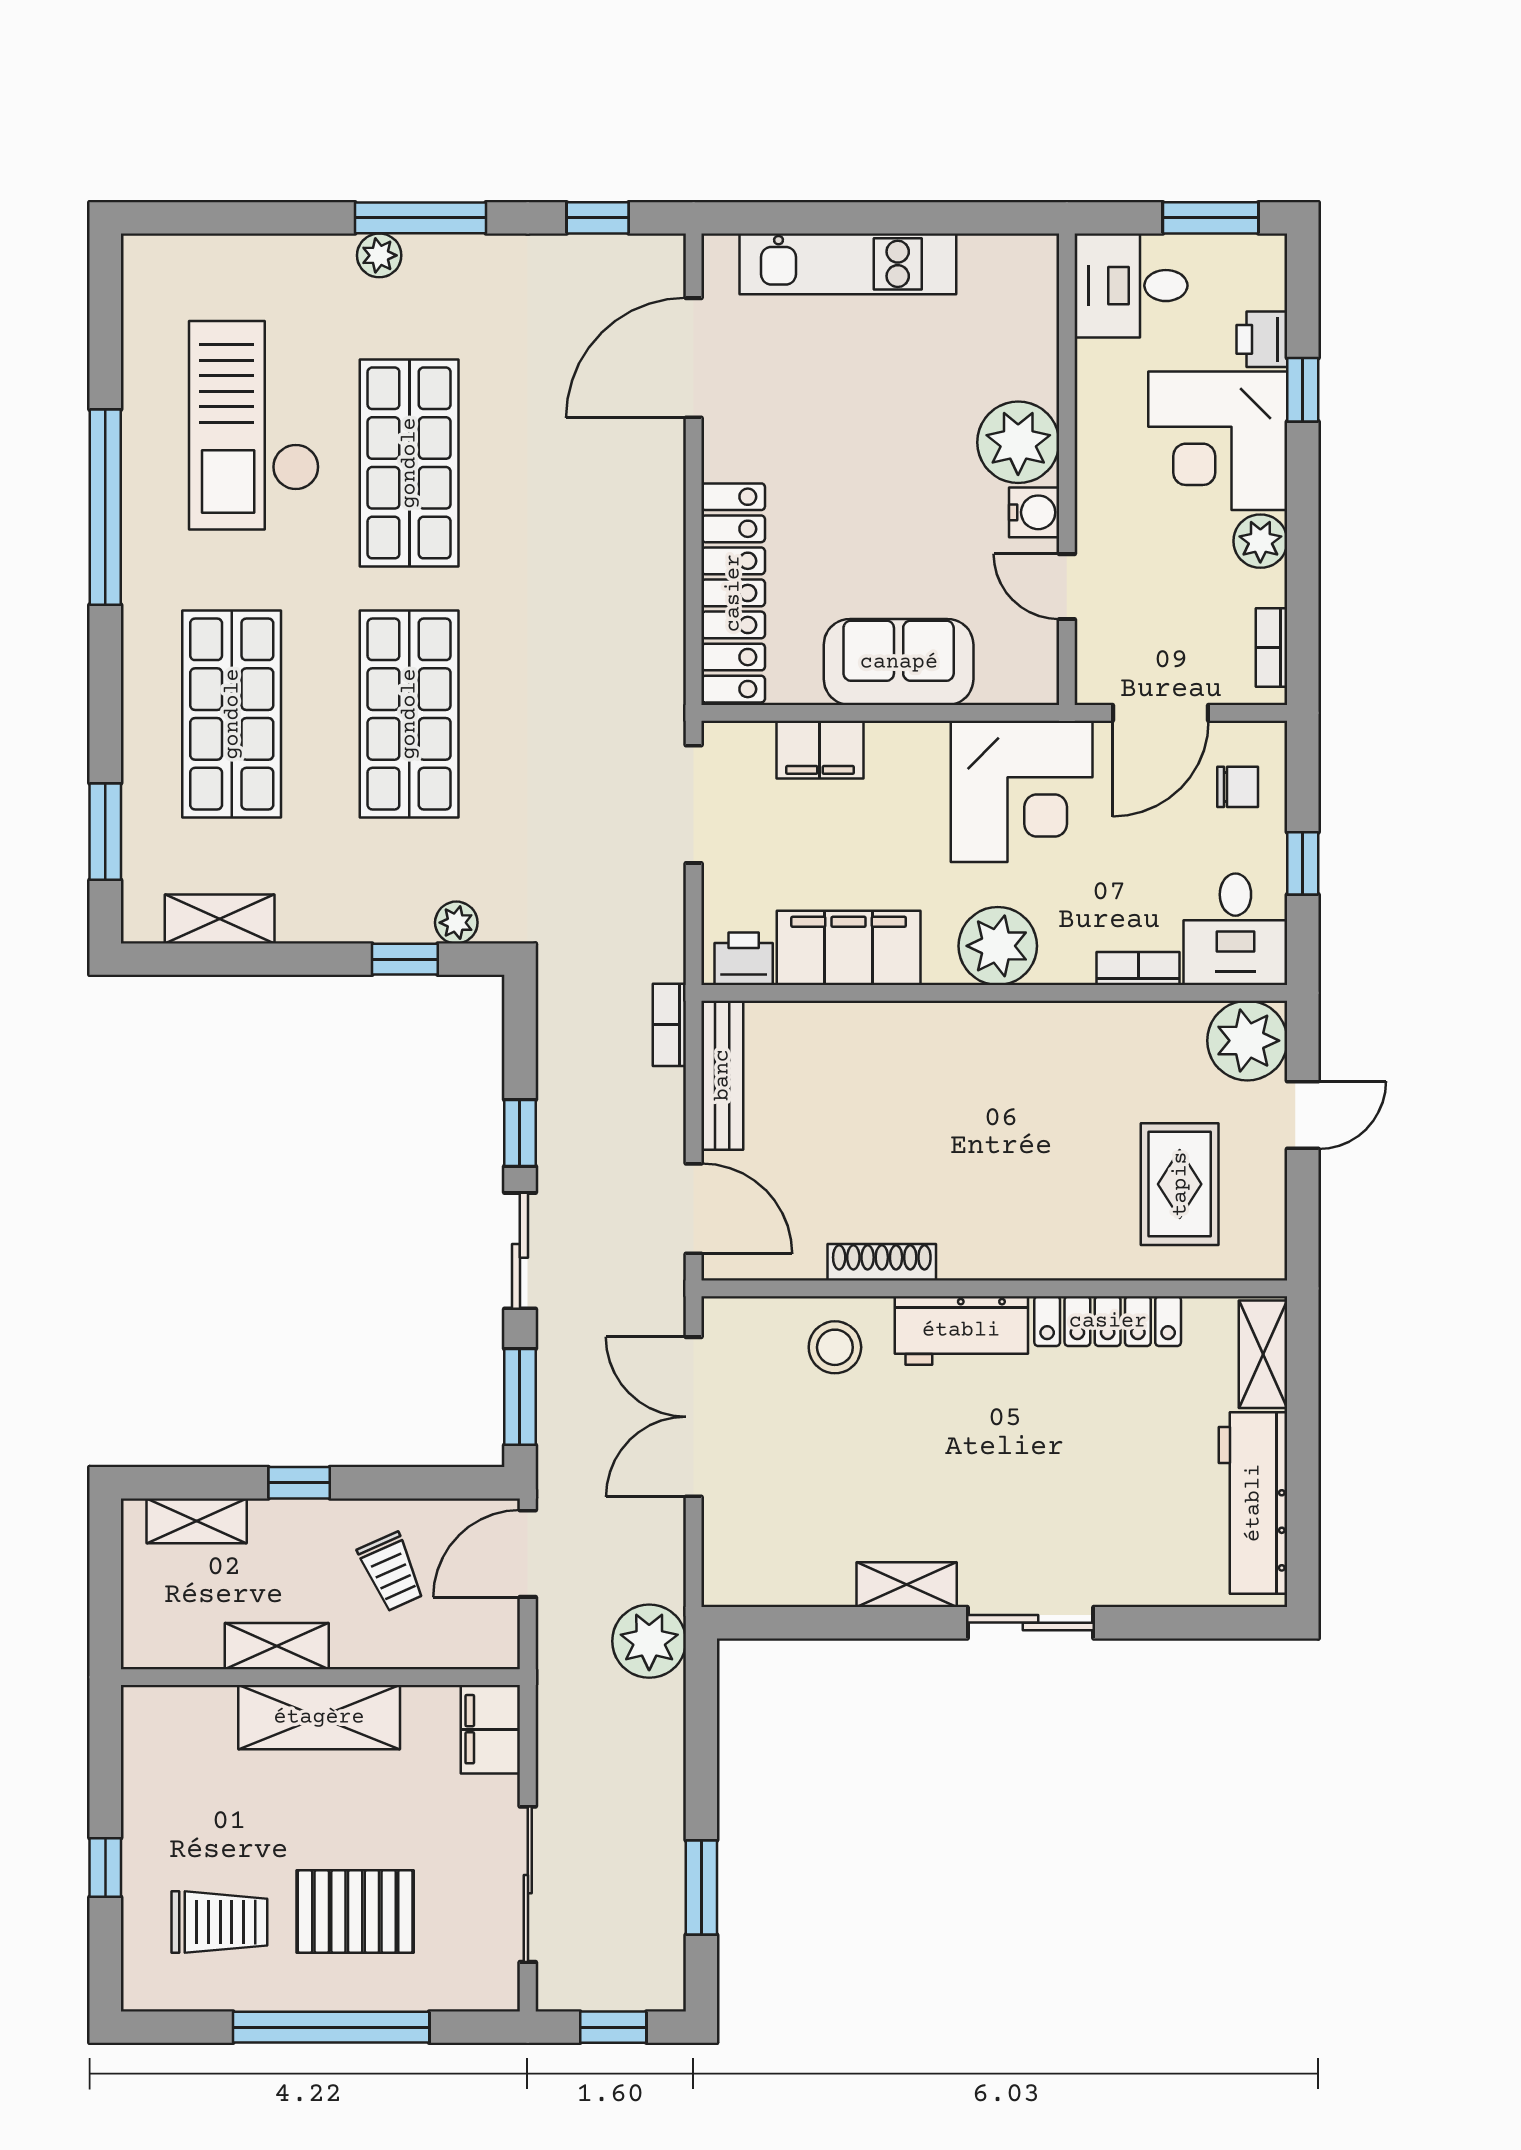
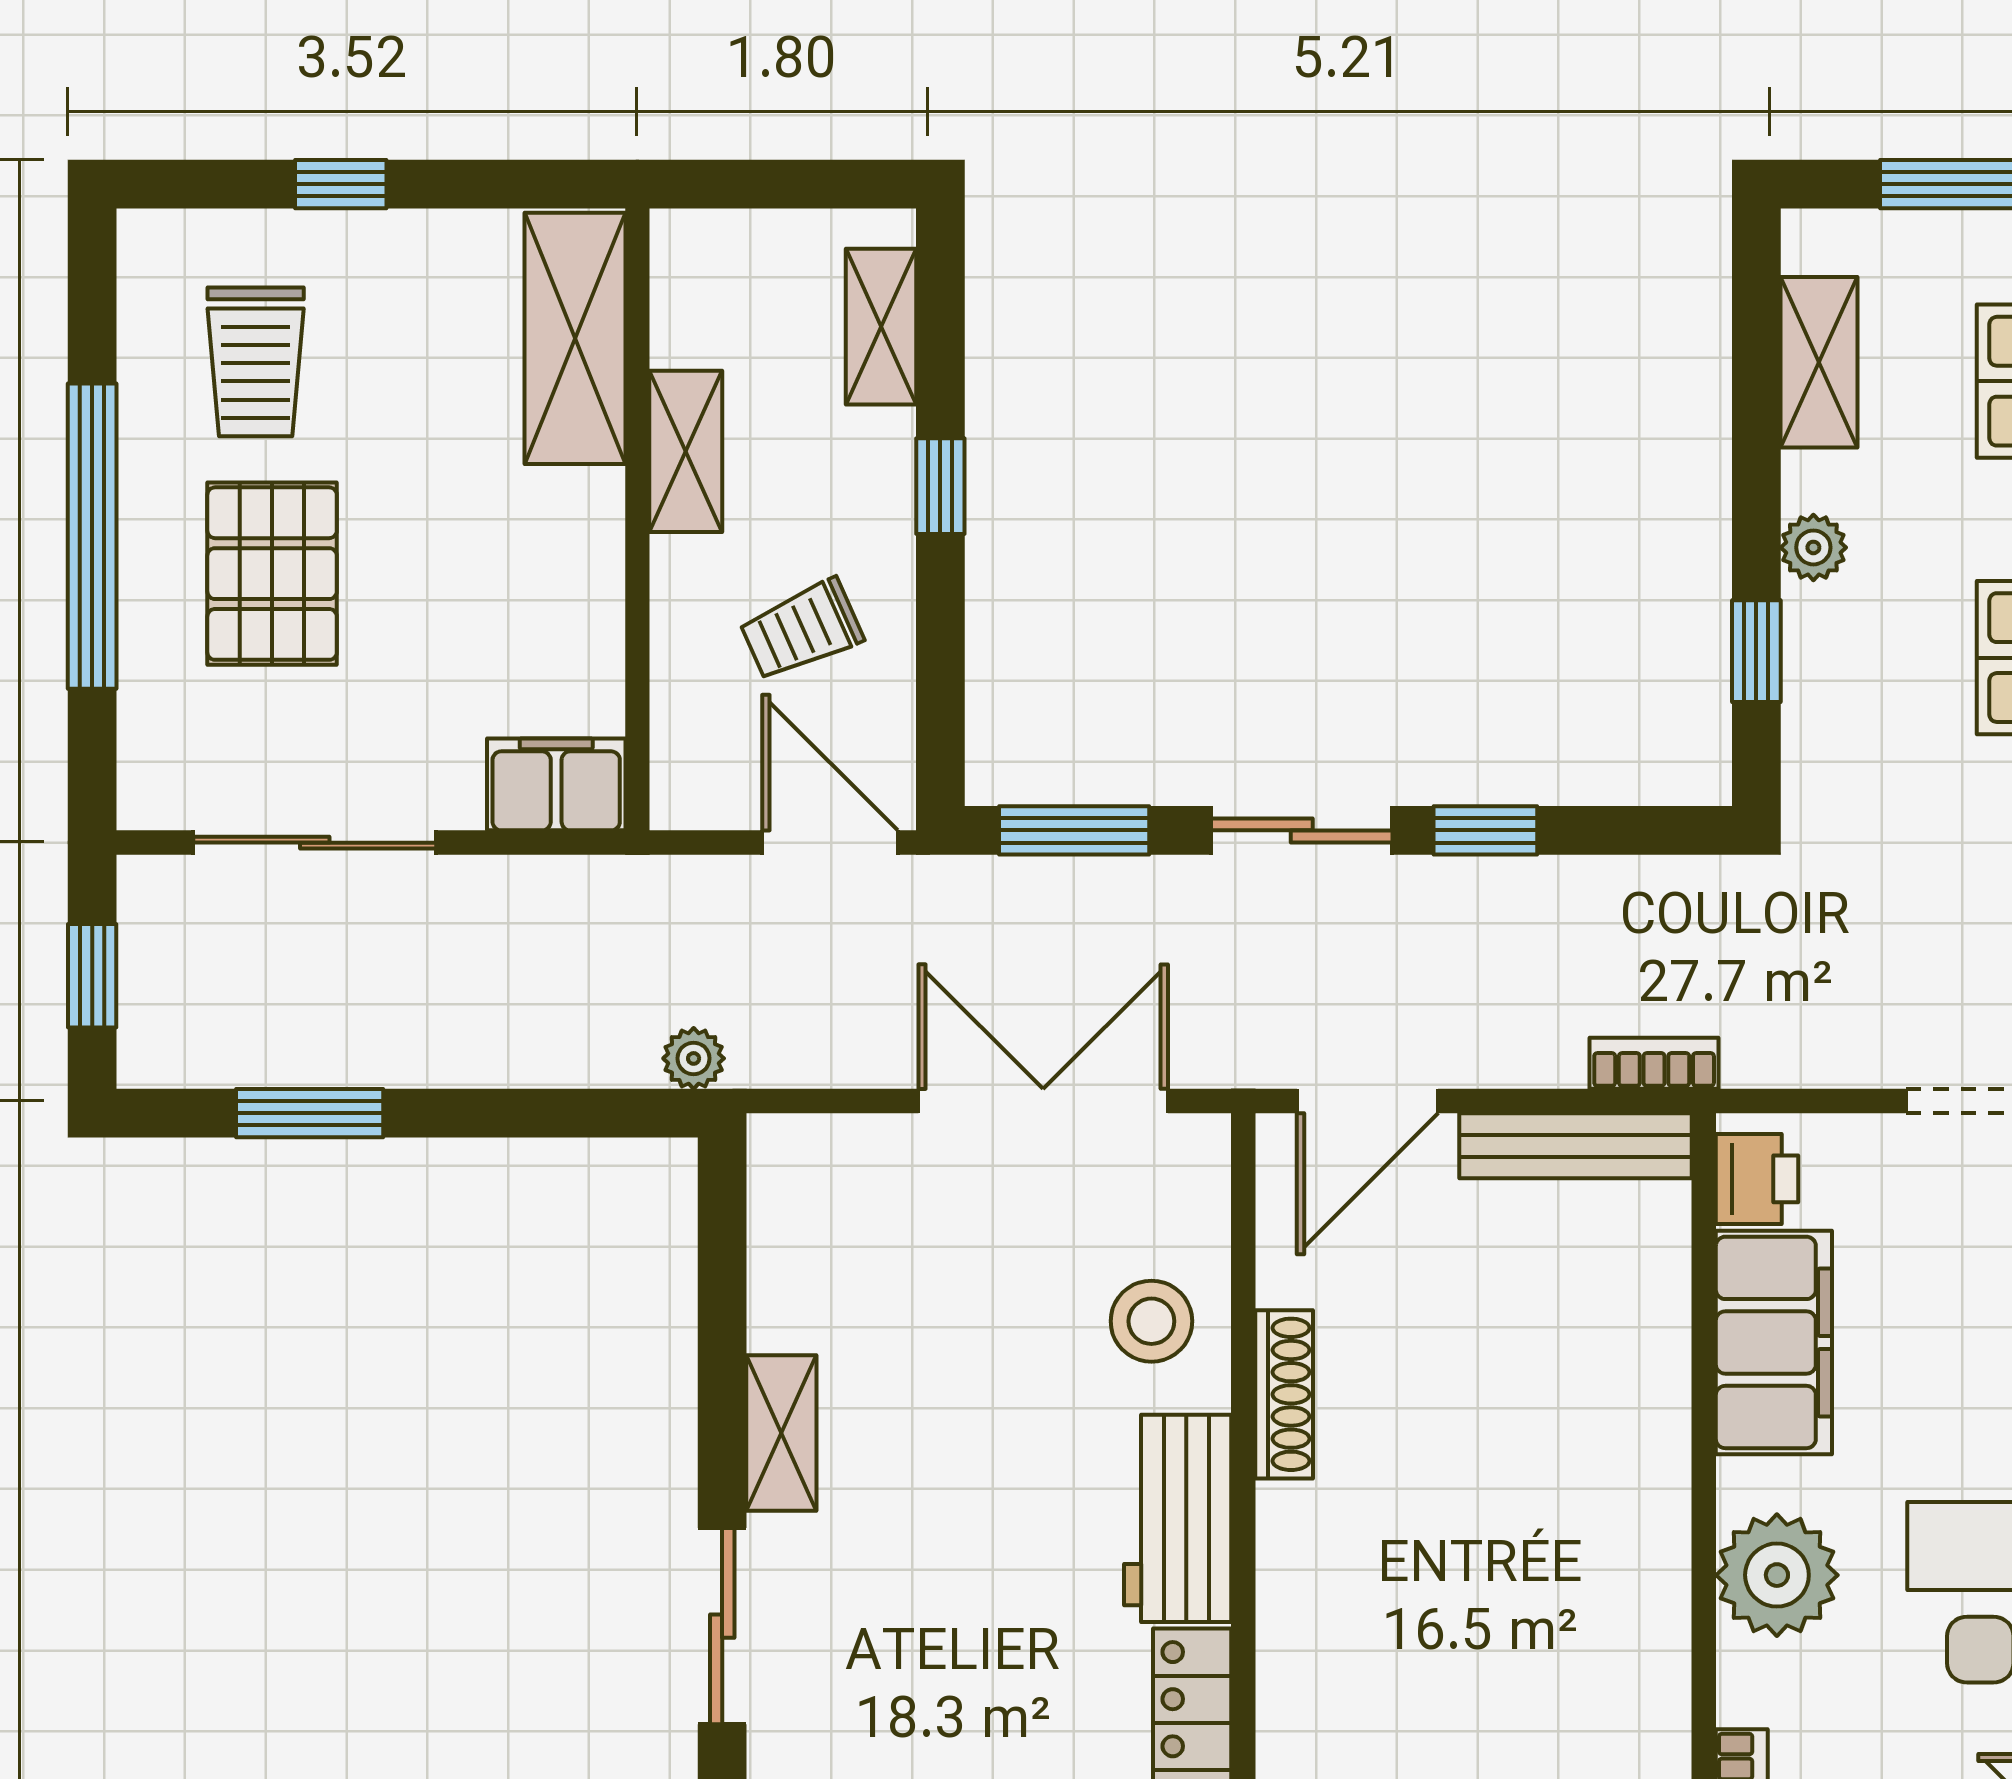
plant: (456, 923) -> (1813, 547), moved
plant: (649, 1641) -> (694, 1058), width x0.53, depth x0.53
shelving: (319, 1717) -> (575, 338), moved

